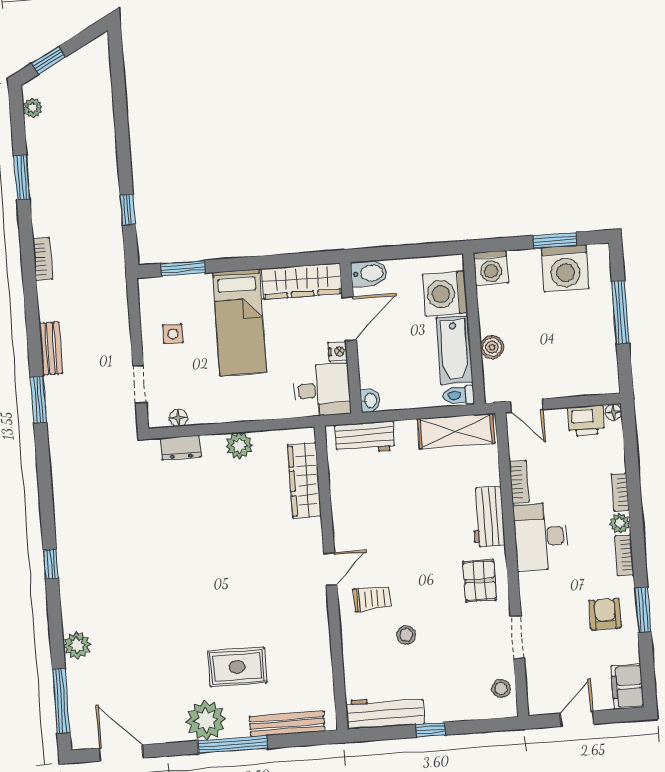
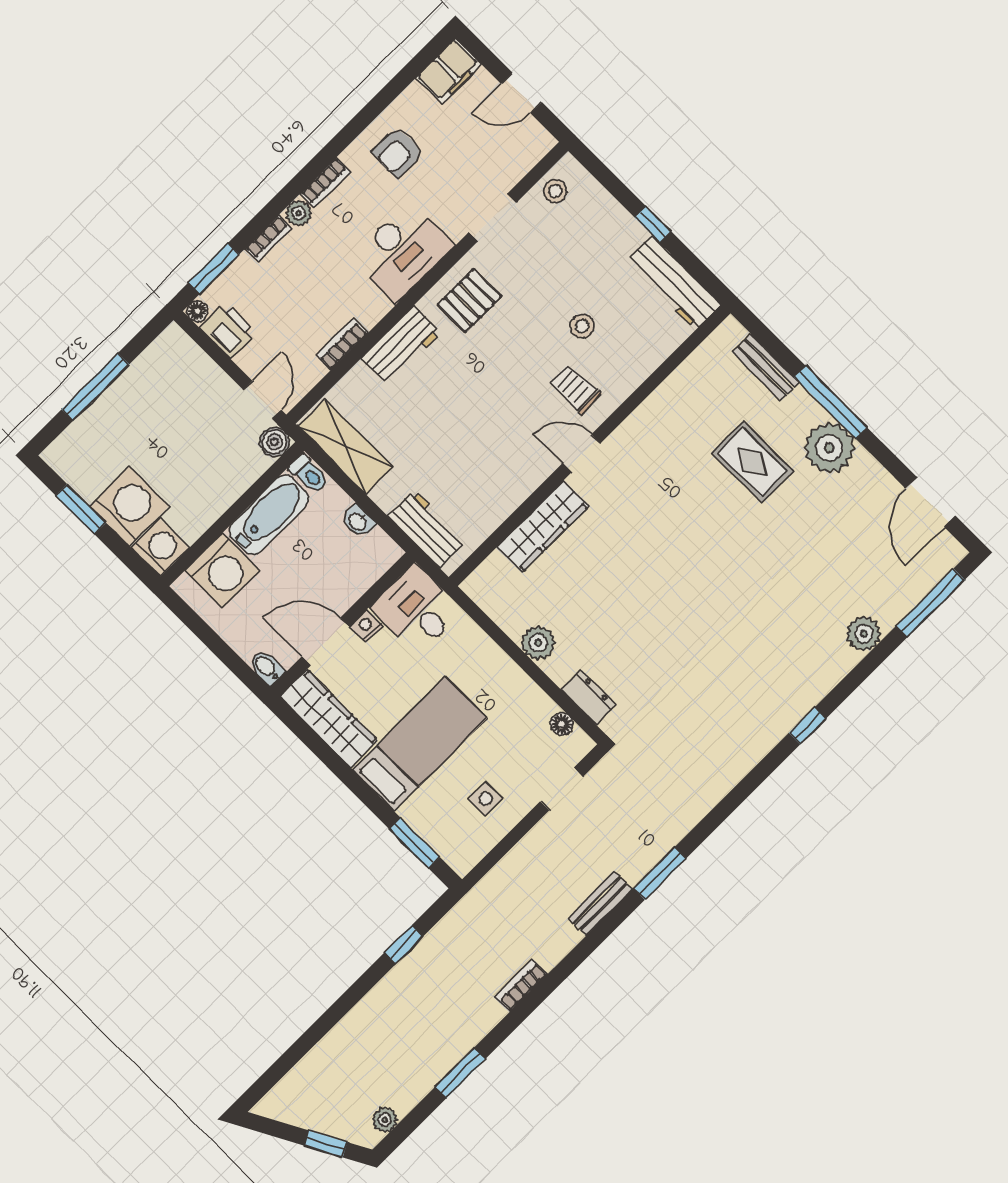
washing machine: (565, 268) -> (129, 506), moved
bidet: (369, 273) -> (267, 668), width x0.72, depth x0.74
boiler: (492, 347) -> (275, 442), moved
washbasin: (370, 401) -> (358, 521), moved, turned -90
wardrobe: (304, 480) -> (543, 526), moved
desk: (541, 537) -> (403, 251), moved
window: (643, 610) -> (214, 269), moved
bench: (287, 724) -> (766, 367), width x0.73

